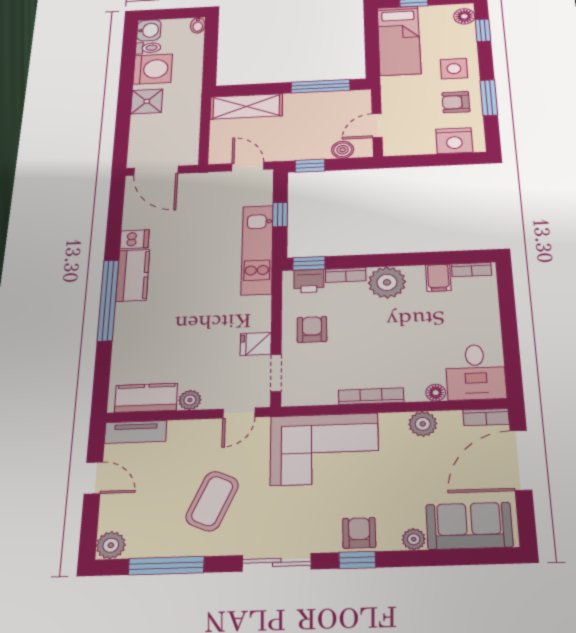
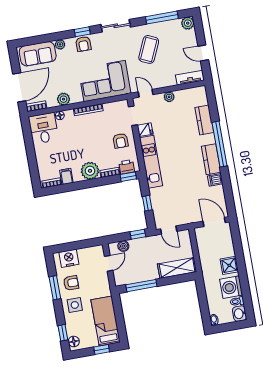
kitchen unit: (257, 250) -> (151, 162), moved
kitchen counter: (146, 398) -> (204, 120), moved, turned 90
door: (239, 413) -> (146, 93), hinge flipped

